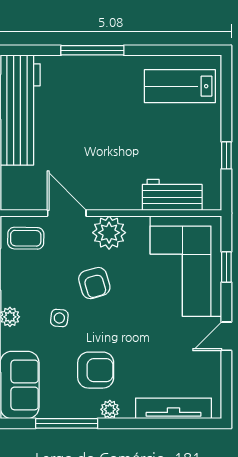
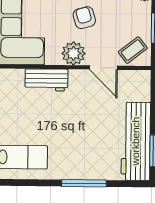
workbench: (172, 195) -> (46, 80), moved
coffee table: (26, 238) -> (133, 50), turned -39

